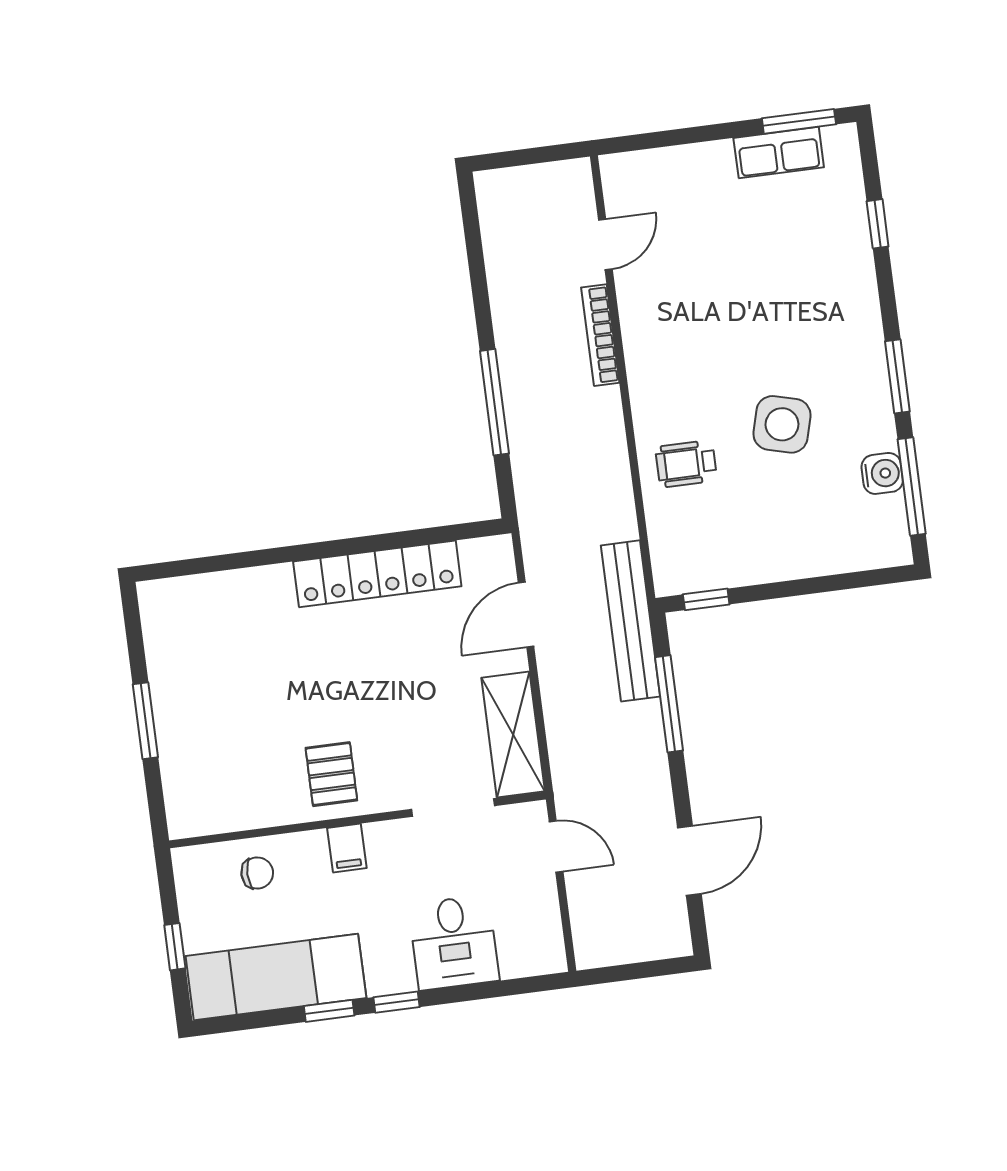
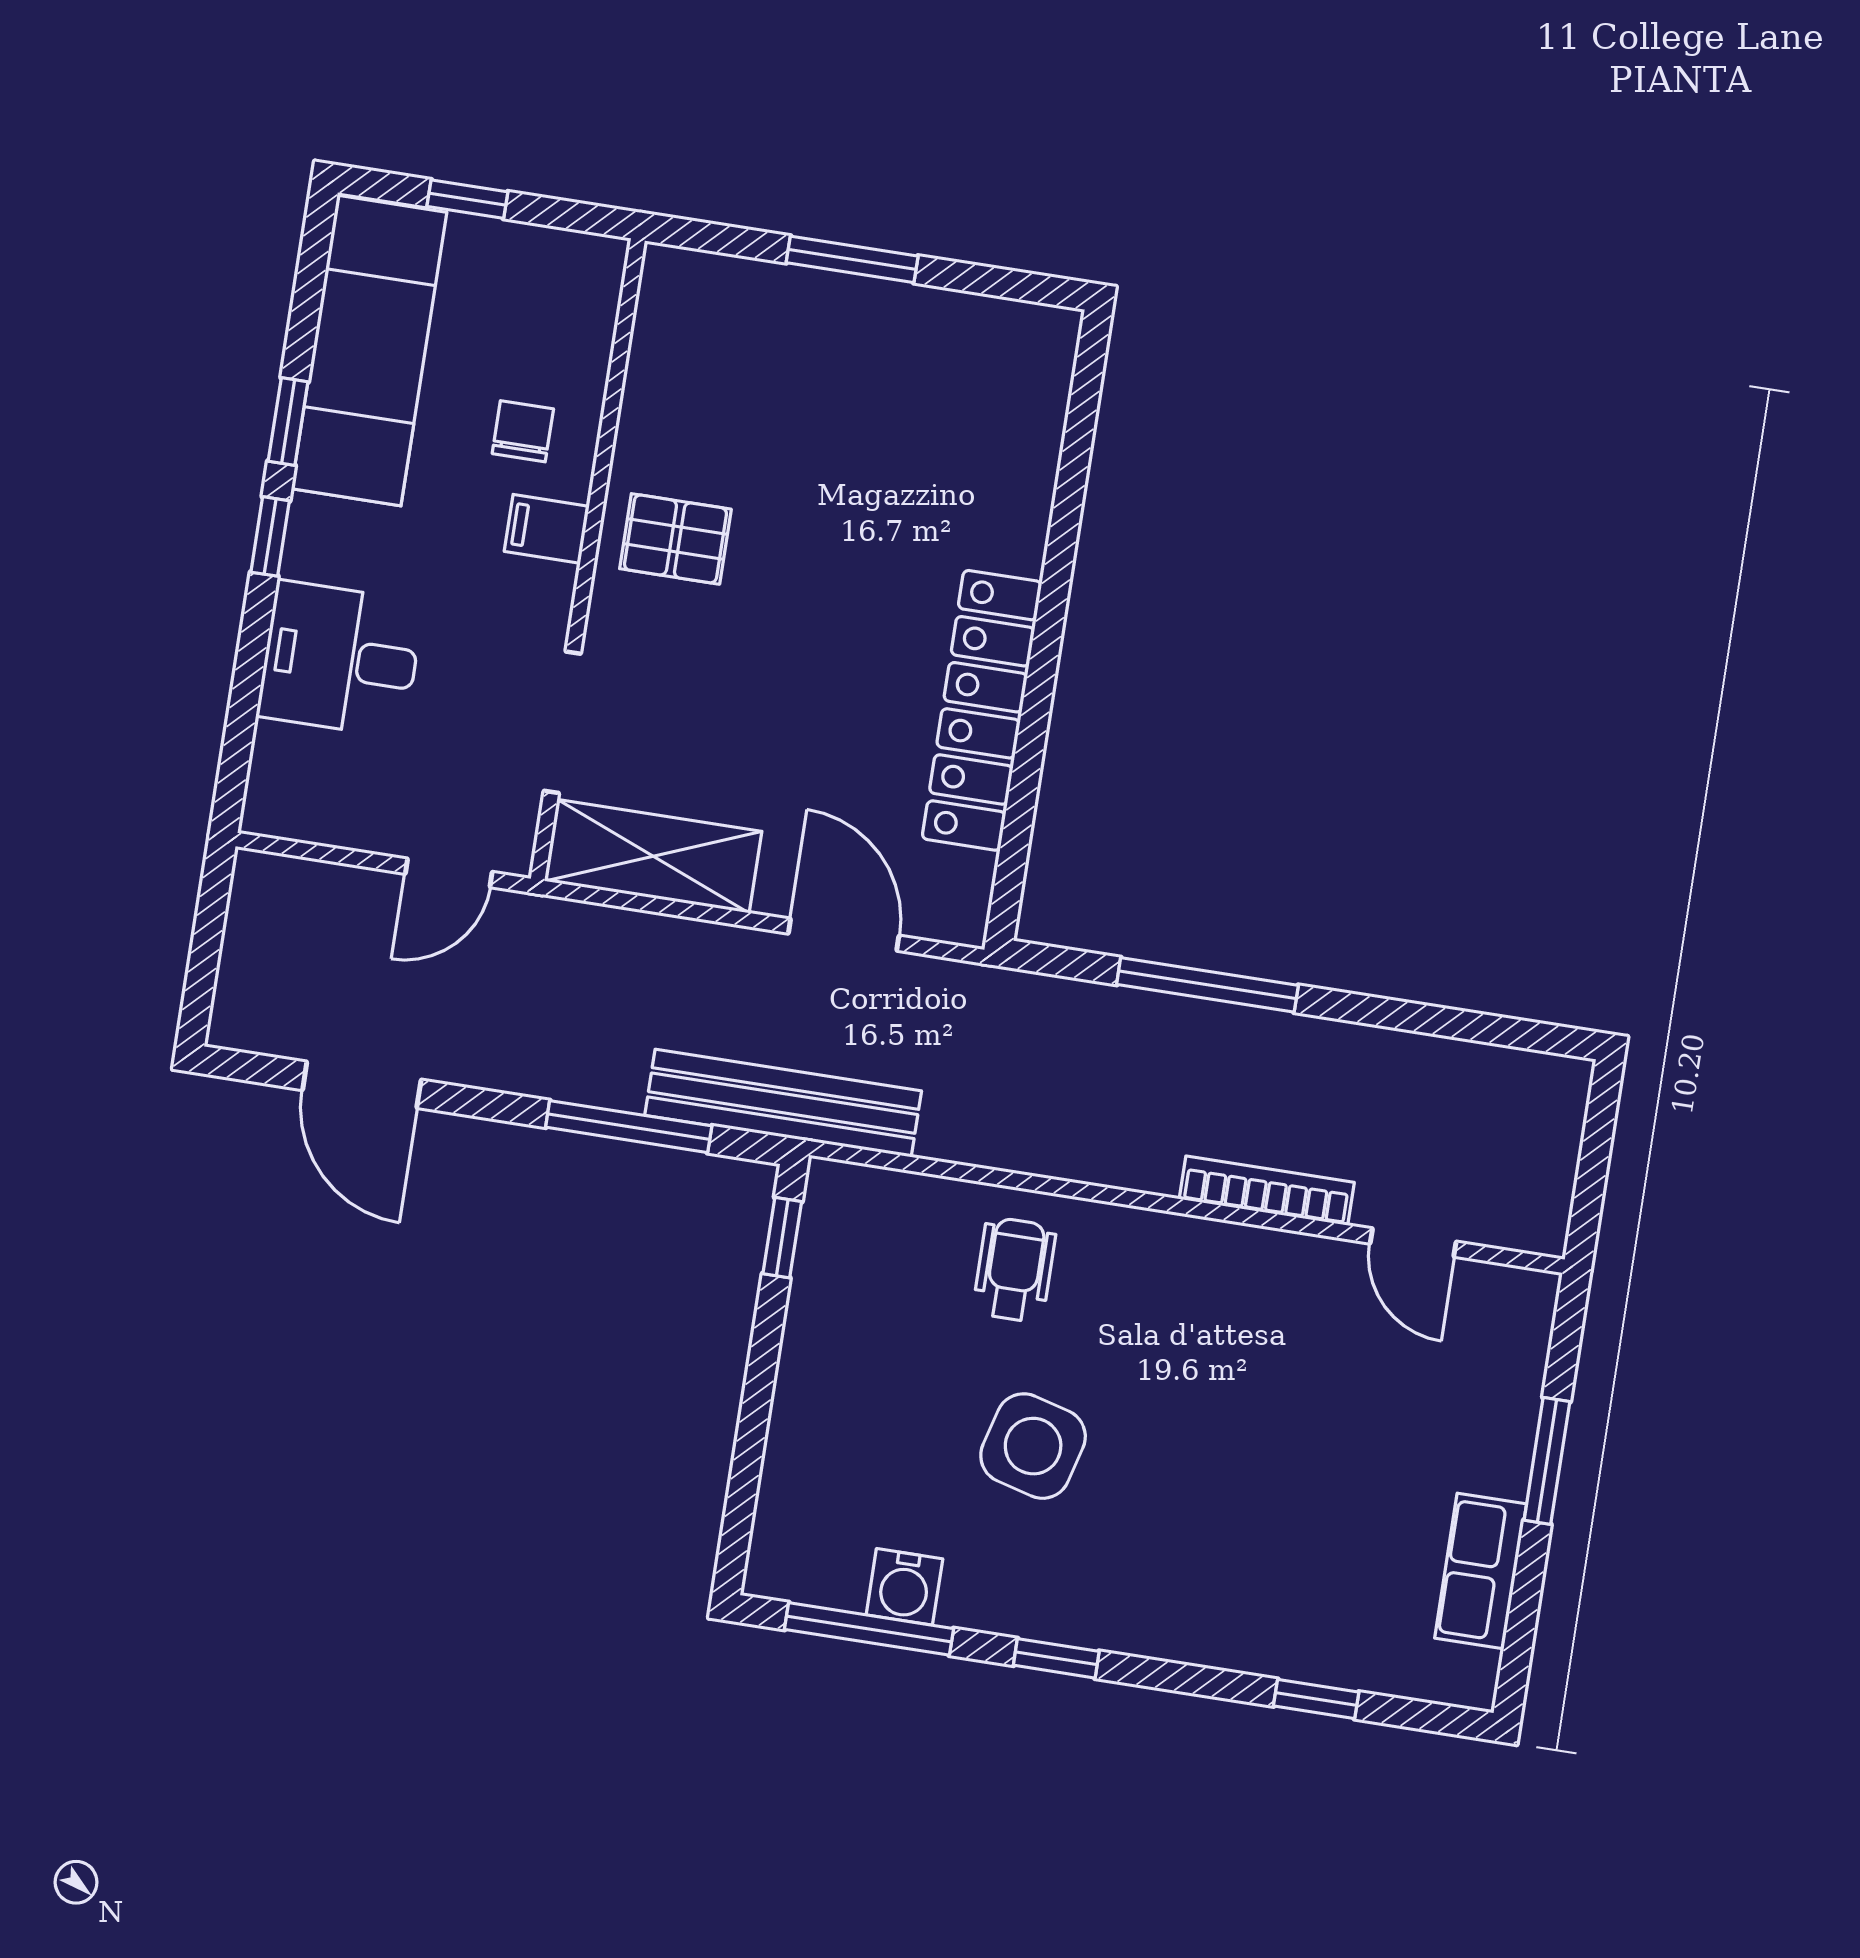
window: (799, 121) -> (1547, 1461), moved
window: (897, 376) -> (1056, 1658), width x0.67
chair: (257, 873) -> (523, 431), moved, turned 180

